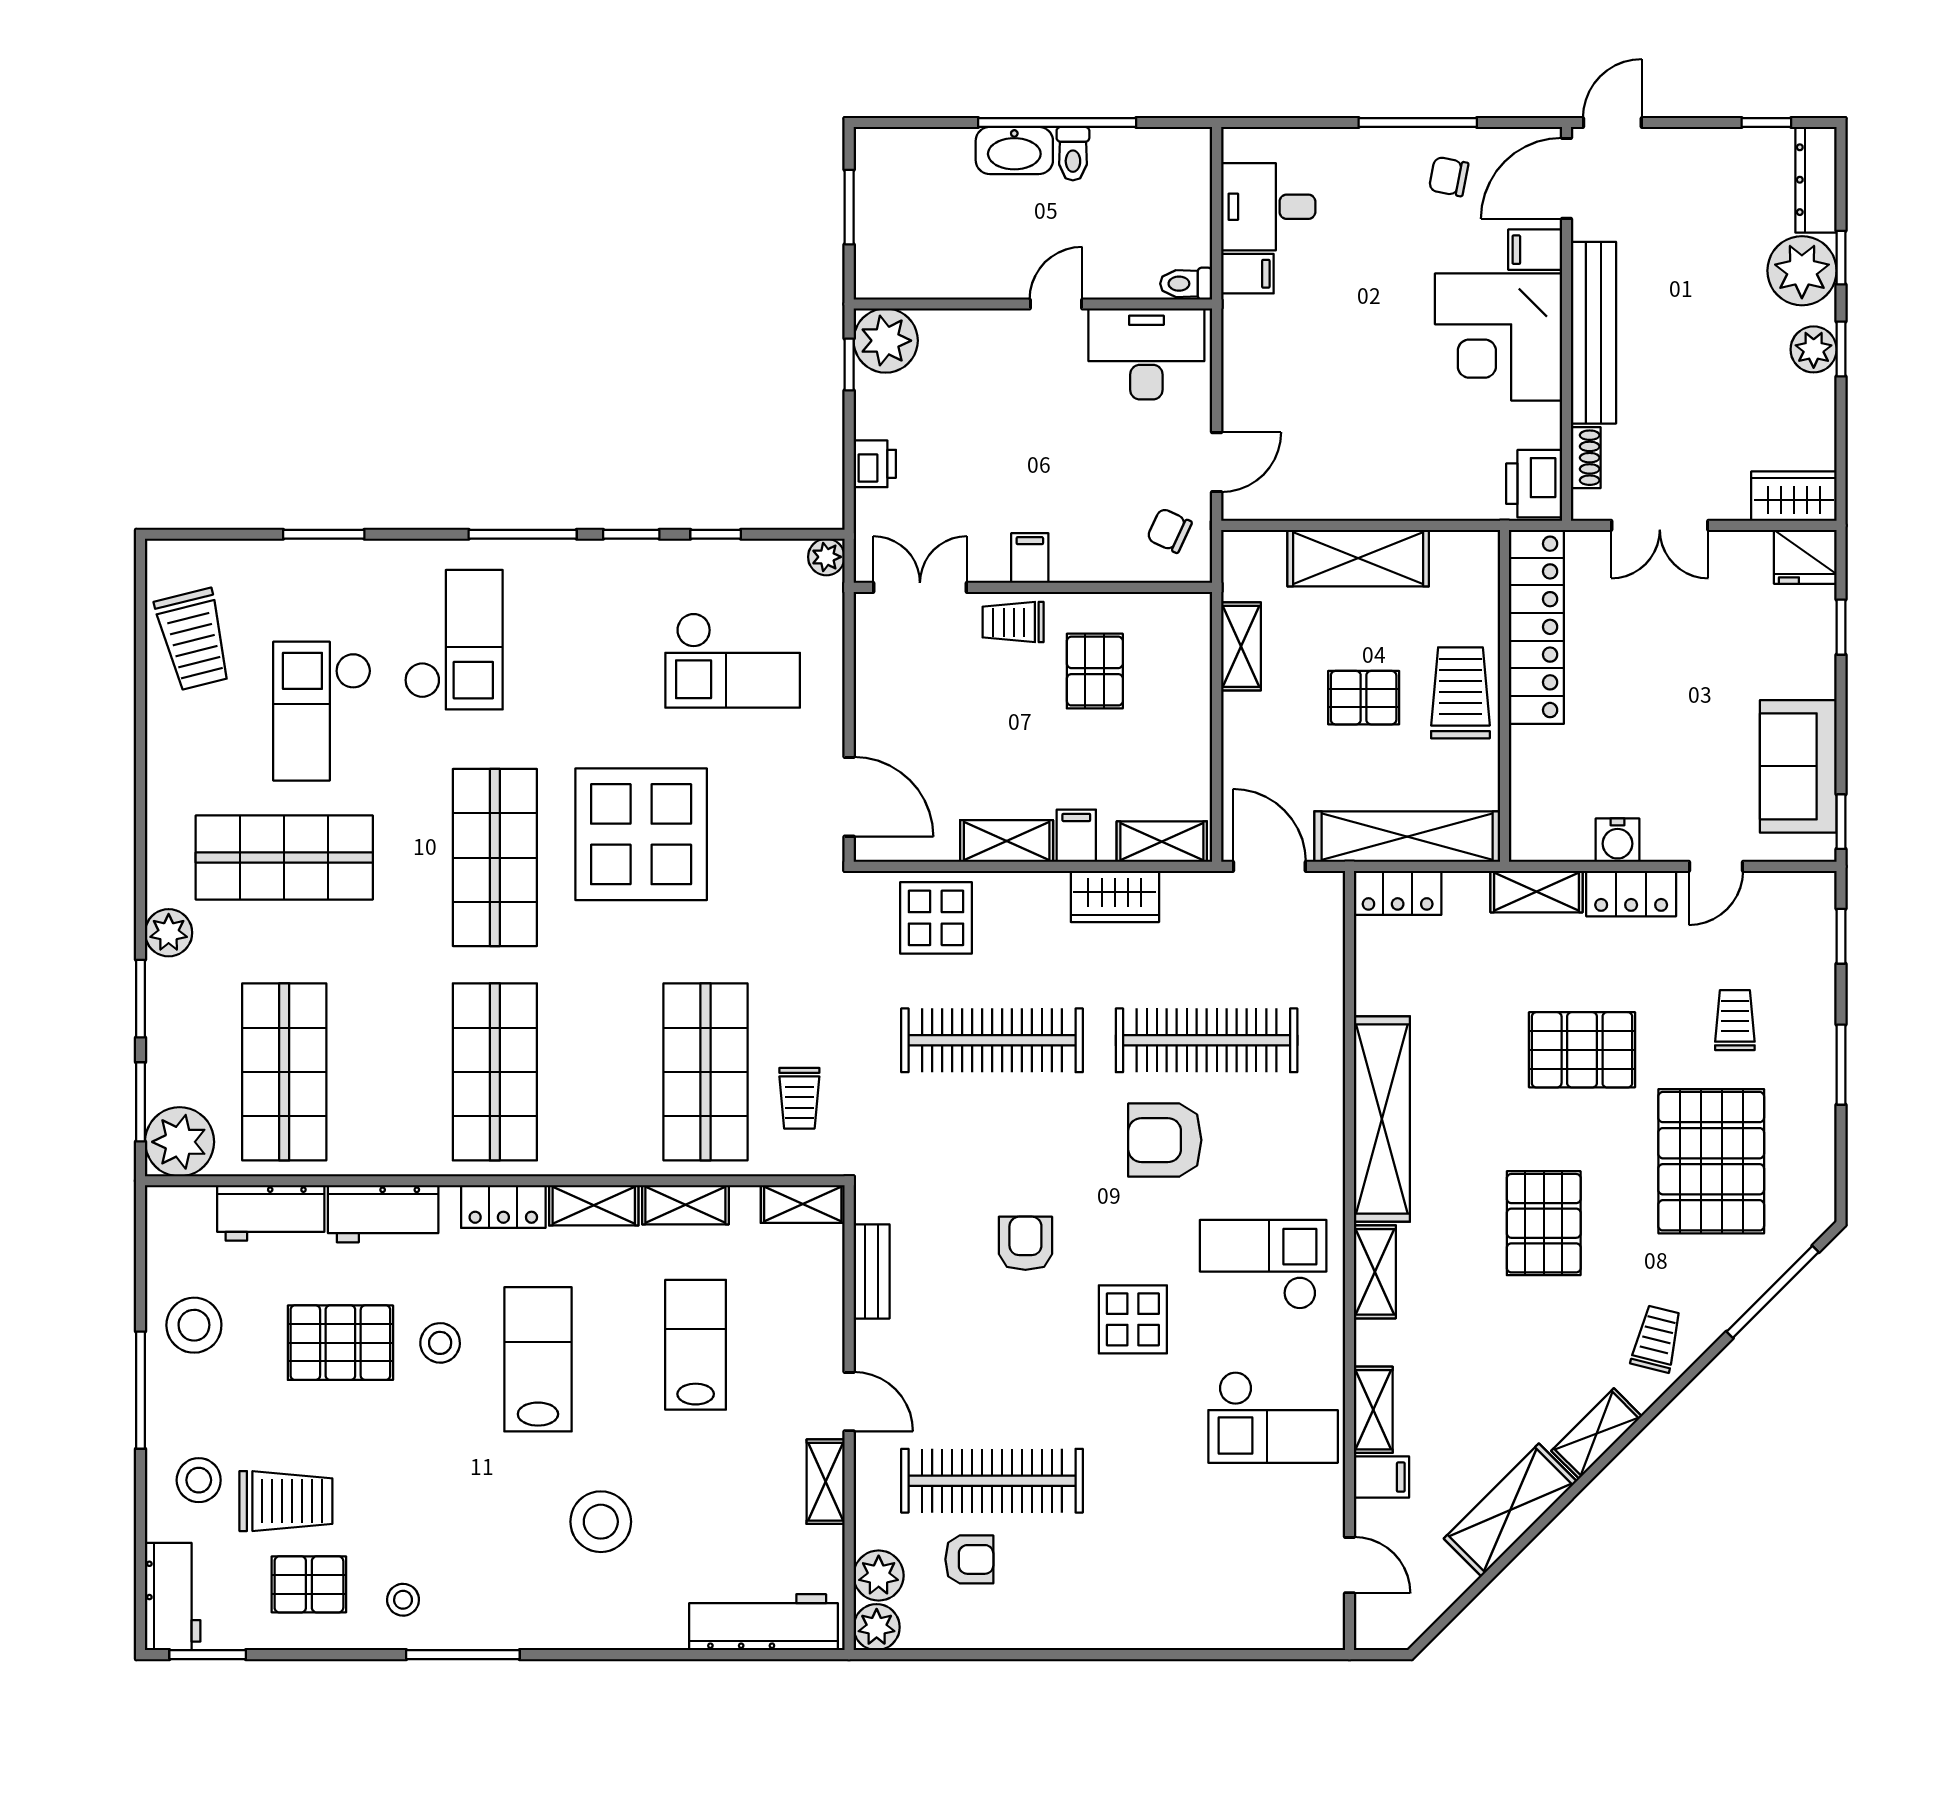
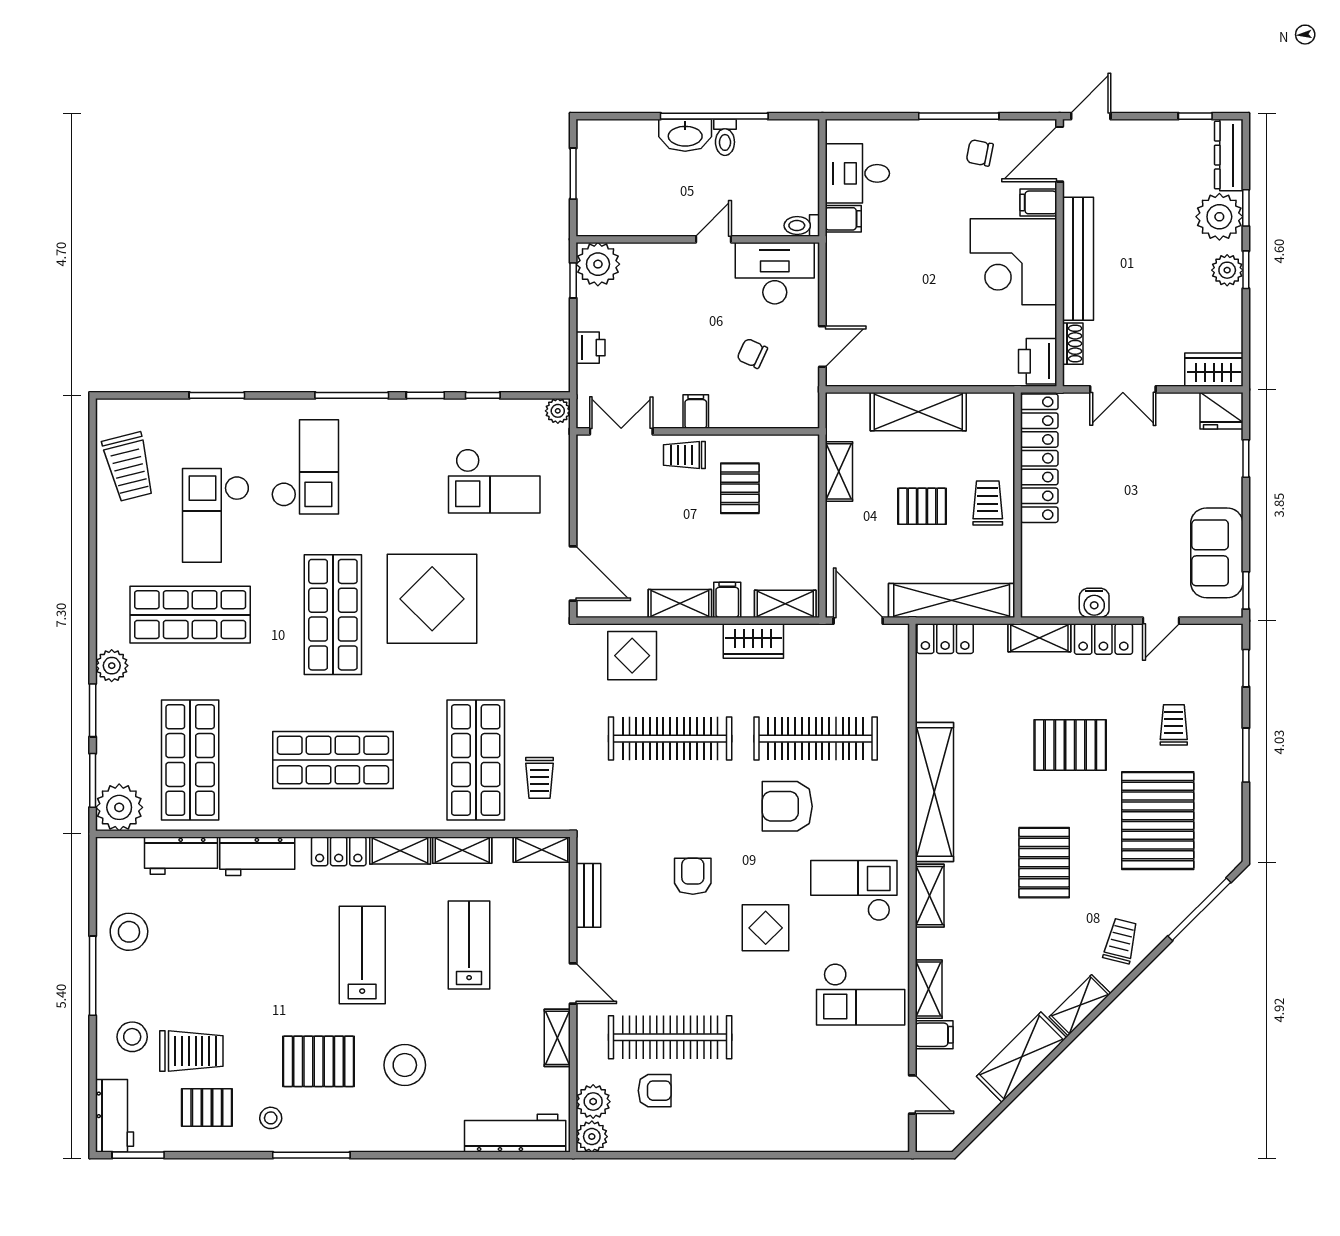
chair: (1169, 530) -> (752, 353), moved
trolley: (1460, 693) -> (988, 503), width x0.73, depth x0.72
shop shelf: (495, 1072) -> (333, 760), turned 90
pallet: (340, 1343) -> (319, 1061), moved
stool: (440, 1343) -> (296, 944), removed

